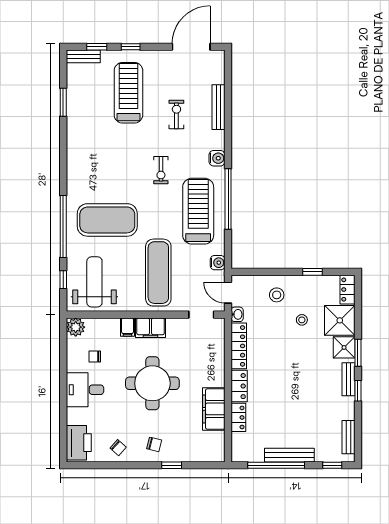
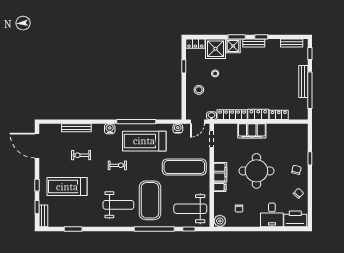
weight bench: (100, 172) -> (118, 205), added
desk: (85, 390) -> (272, 215), moved
filing cabinet: (214, 409) -> (252, 131), moved

